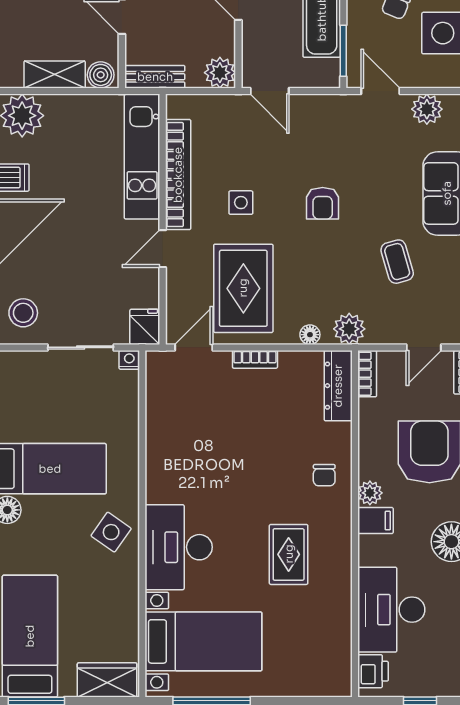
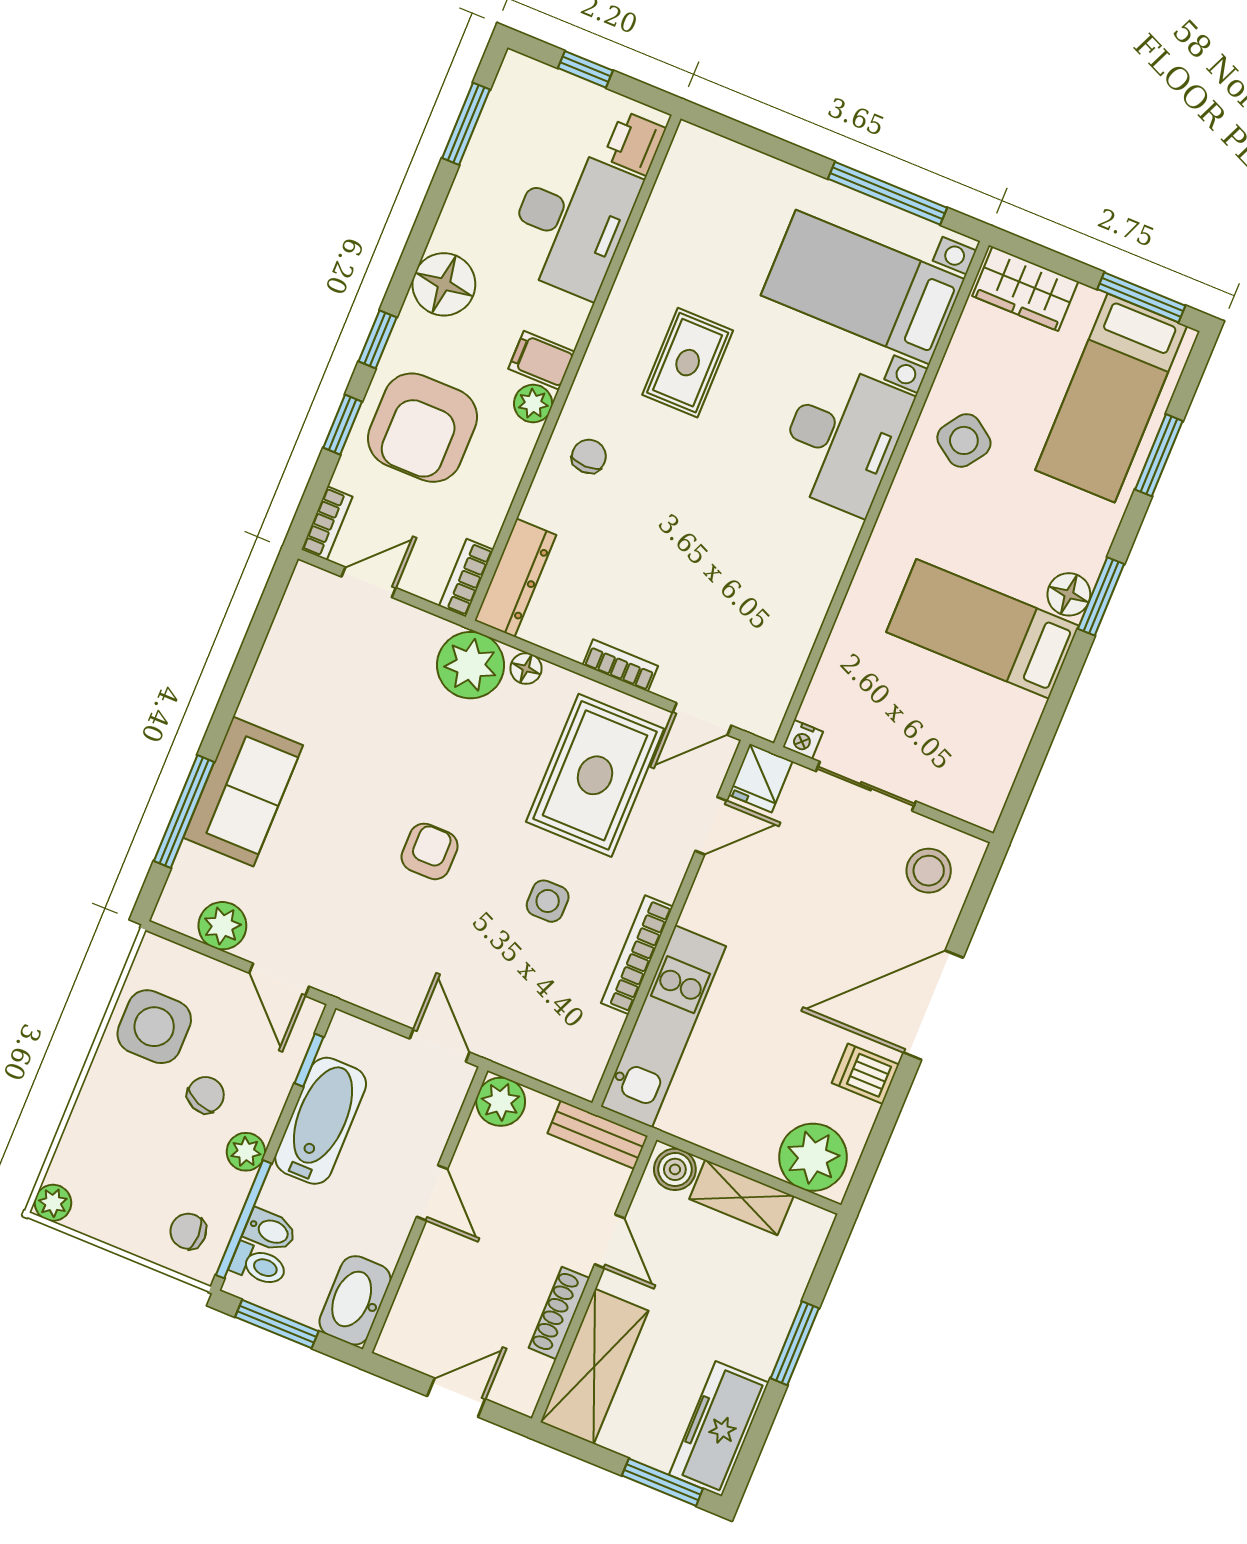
window: (343, 51) -> (309, 1060), width x0.67
bookcase: (178, 175) -> (637, 955), width x0.68, depth x0.76
door: (163, 249) -> (711, 826), moved
coffee table: (397, 262) -> (356, 723), removed
plant: (349, 329) -> (471, 665), width x1.36, depth x1.36
side table: (111, 532) -> (964, 440), moved

